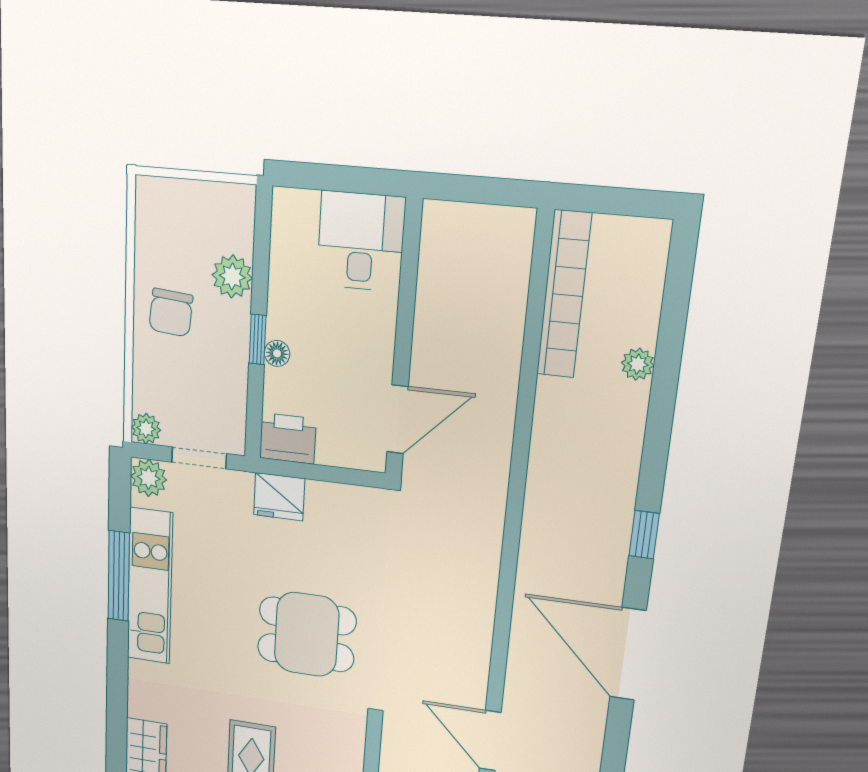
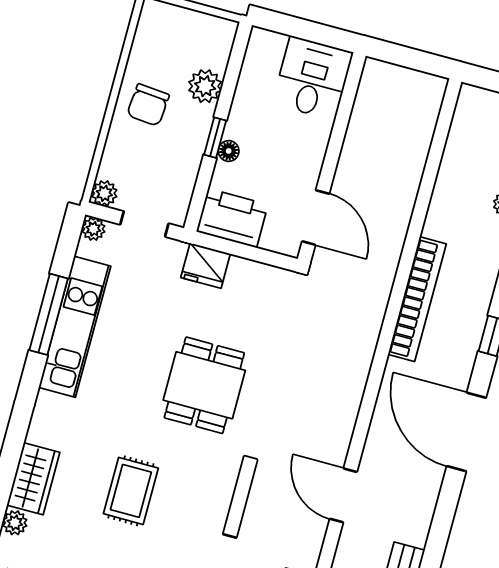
bookcase: (564, 295) -> (417, 299), moved
door: (398, 419) -> (316, 218), hinge flipped
printer: (288, 438) -> (232, 218), width x1.37, depth x1.19
plant: (149, 478) -> (93, 229), width x0.73, depth x0.73
dining table: (307, 634) -> (204, 385), turned 90

